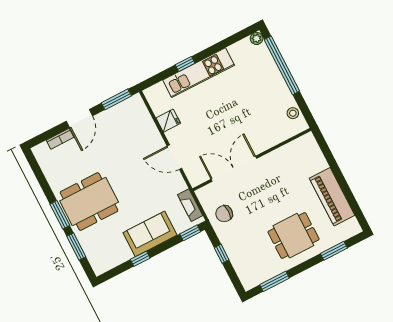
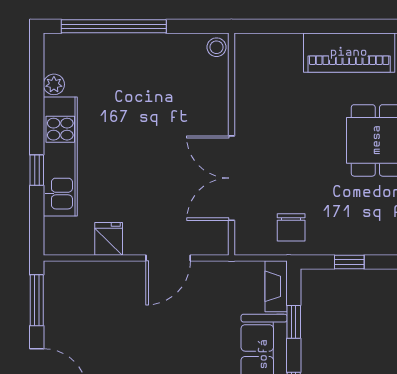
plant: (257, 38) -> (54, 84), moved
stool: (293, 113) -> (216, 47), moved
fireplace: (190, 205) -> (276, 286), moved, turned 90
window: (190, 233) -> (294, 322), moved

